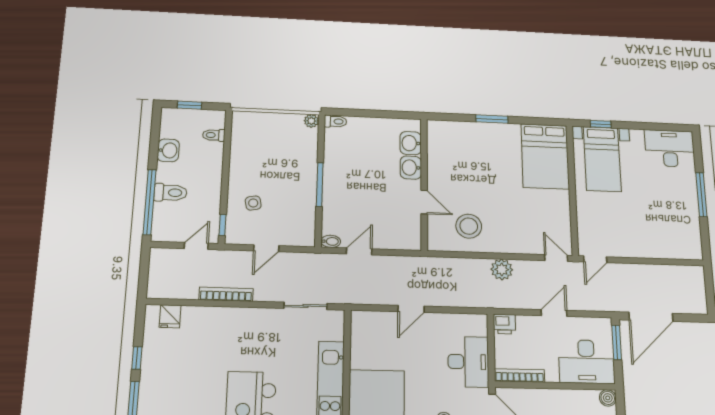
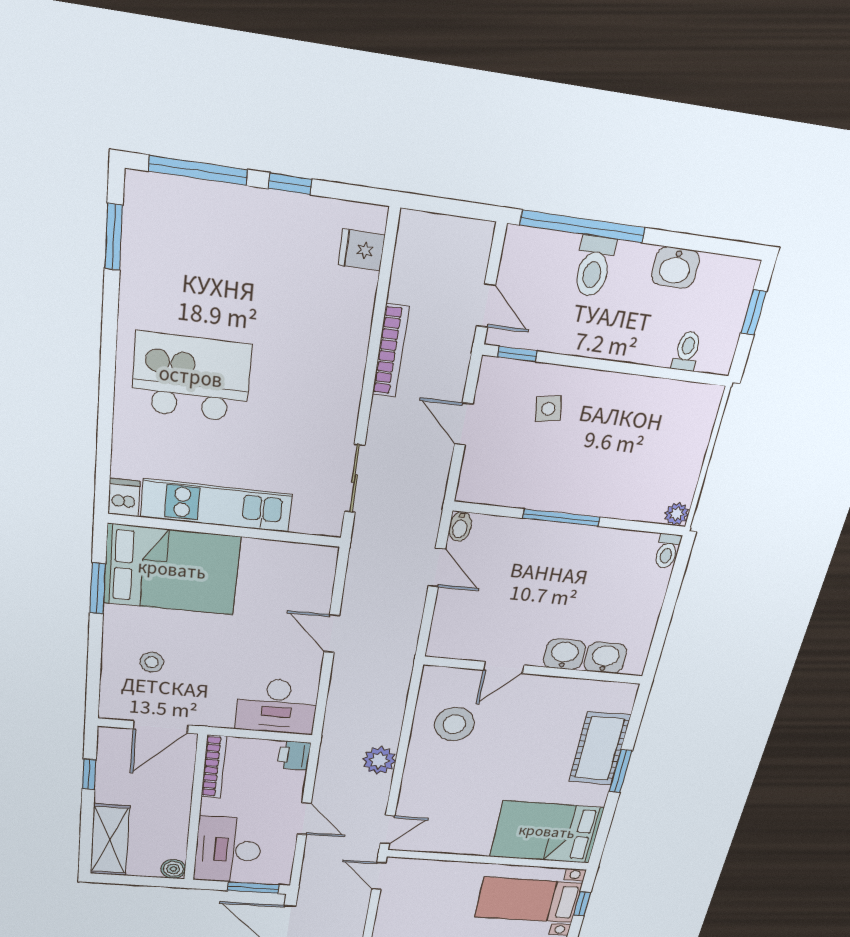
cot: (477, 135) -> (600, 749), added
desk: (468, 362) -> (277, 706), moved

